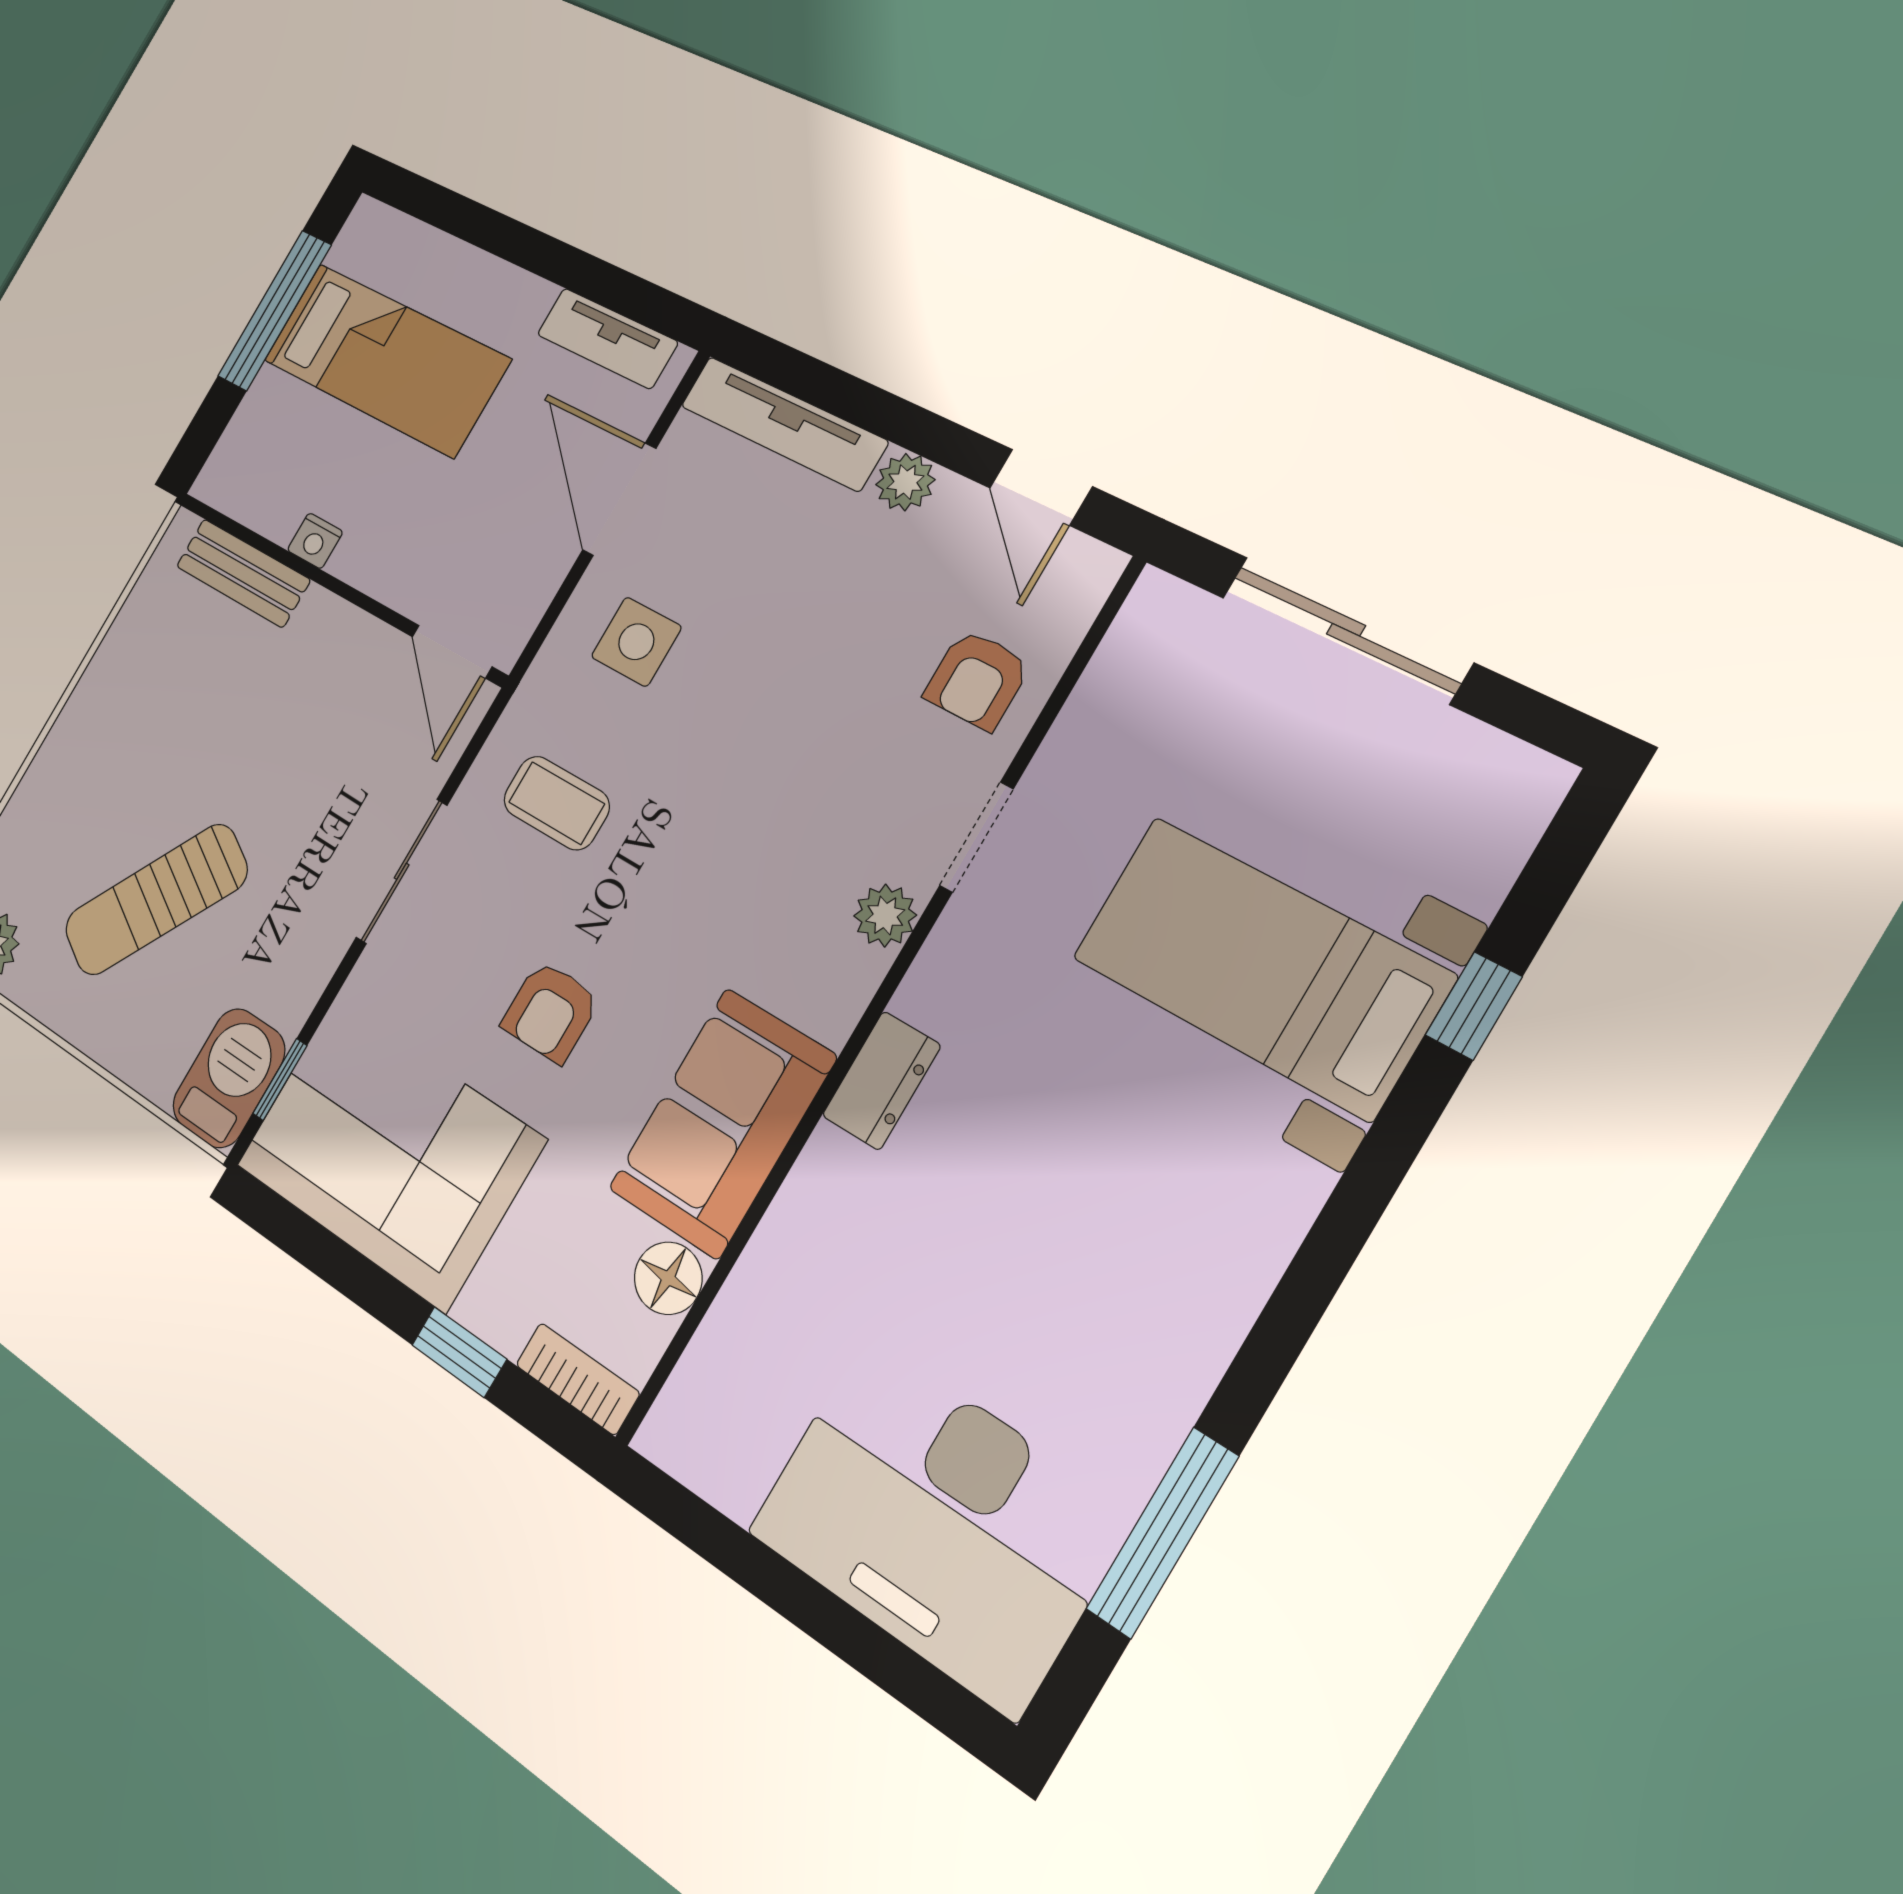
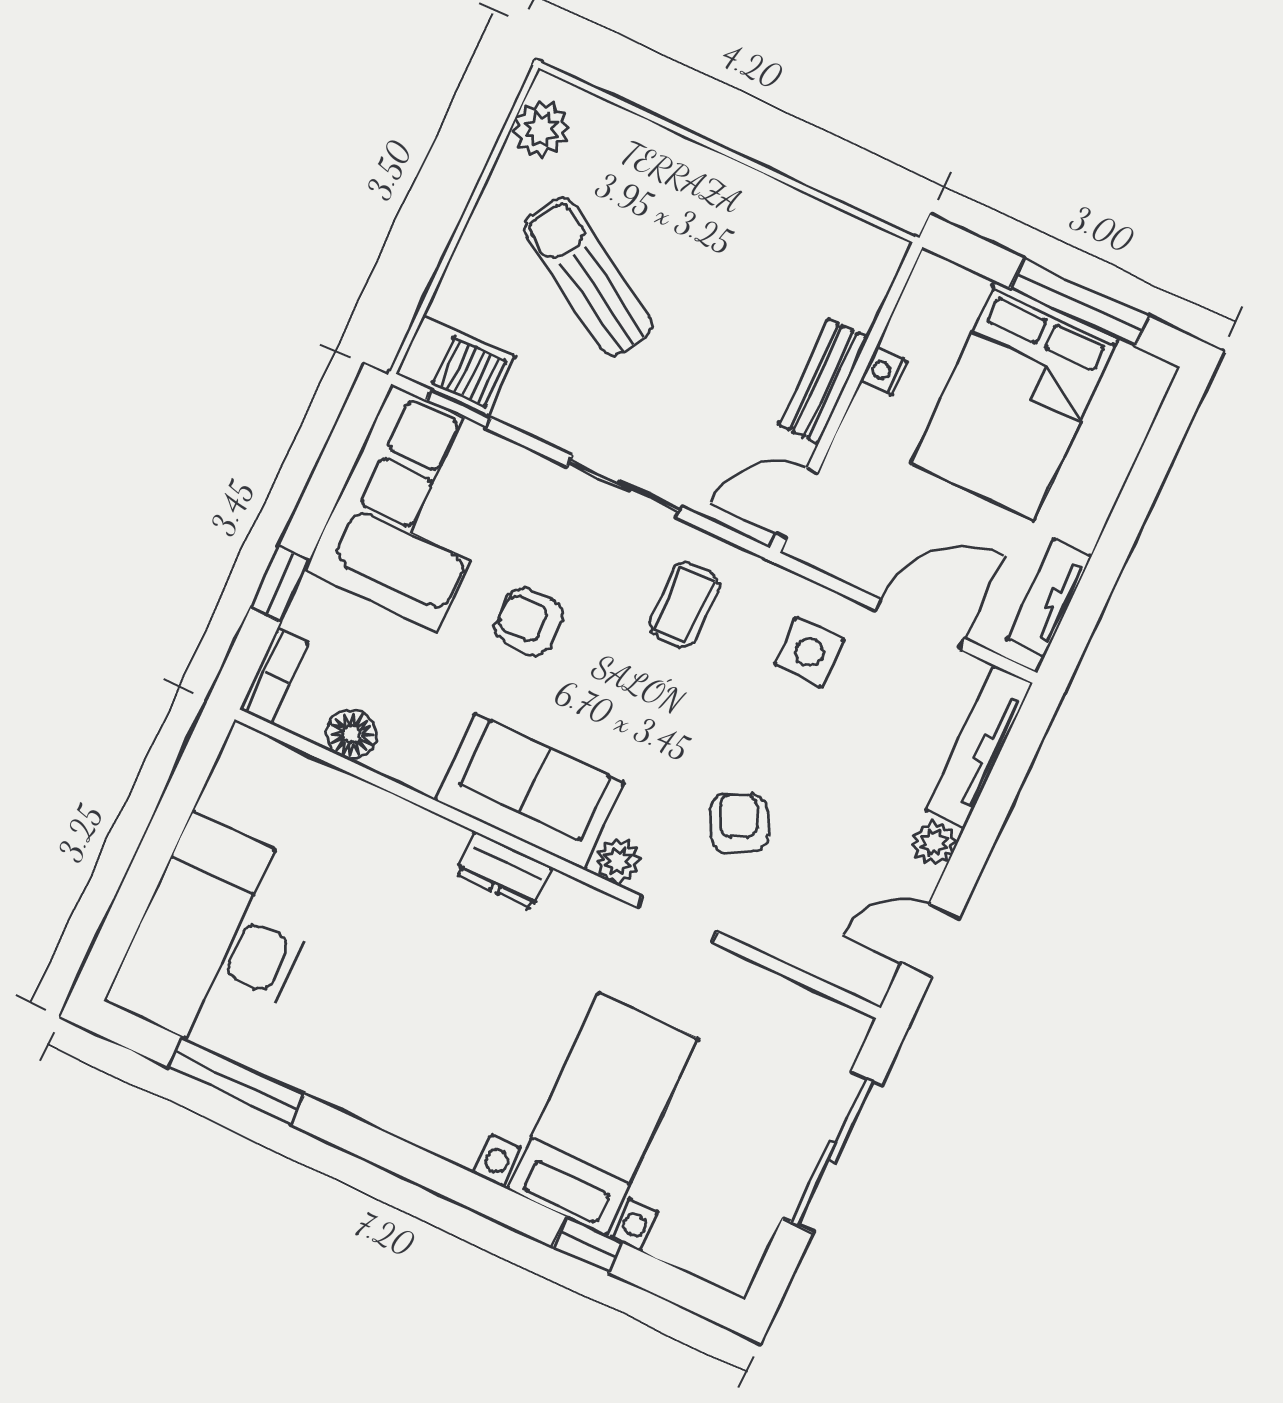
bed: (386, 360) -> (1015, 401), width x1.50
bench: (243, 573) -> (823, 381), moved
armchair: (977, 680) -> (739, 823), moved, turned 64
sofa: (722, 1123) -> (529, 792), moved

